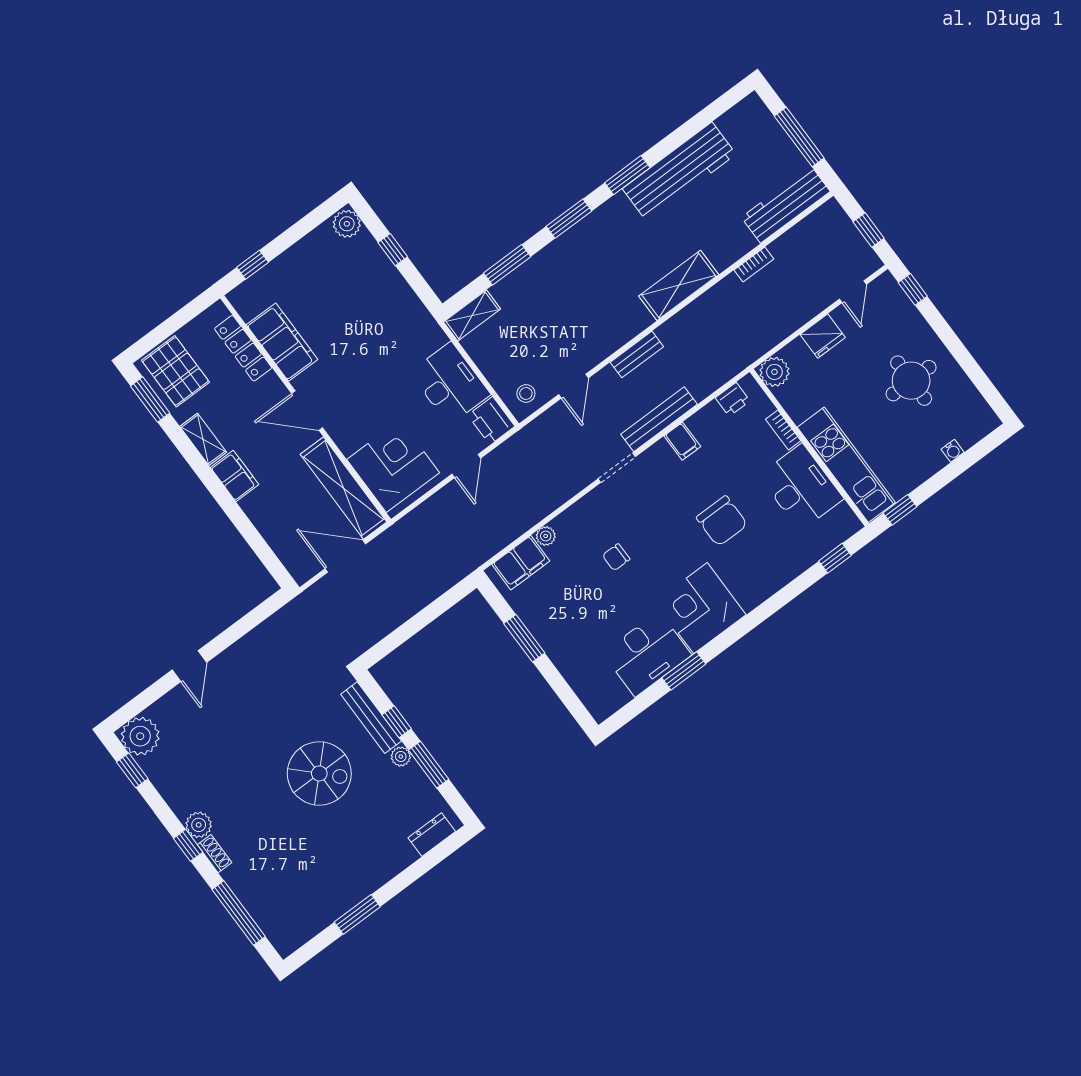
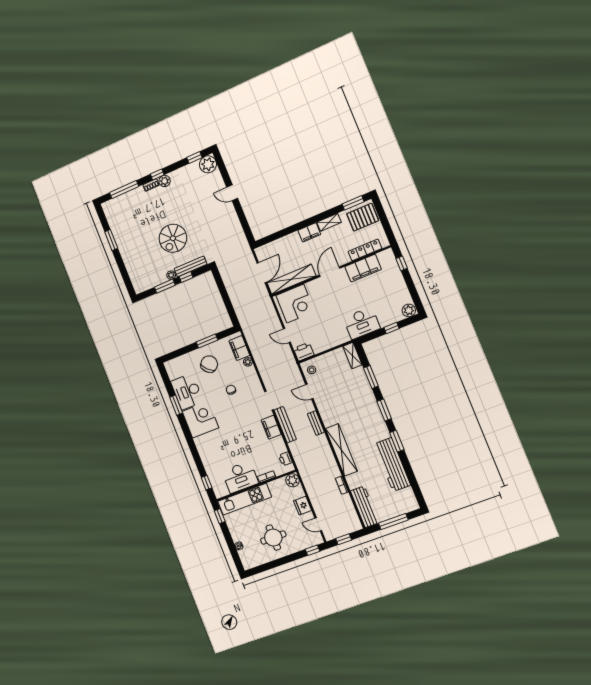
shelving: (679, 285) -> (341, 450), width x1.47
desk: (450, 383) -> (362, 323), moved
filing cabinet: (682, 441) -> (271, 427), width x2.00
chair: (722, 521) -> (209, 364), moved, turned 135
dresser: (432, 835) -> (136, 280), removed

